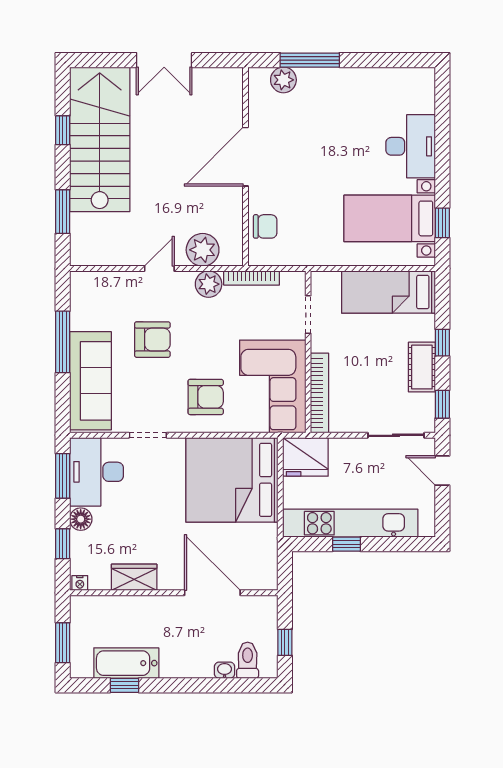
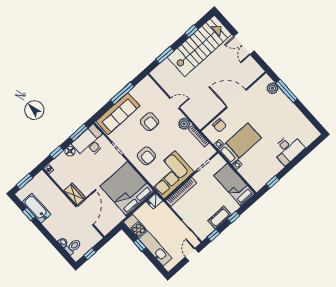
bed with nightstands: (390, 218) -> (240, 144), moved, turned 90
plant: (203, 250) -> (193, 112), removed
fridge: (305, 457) -> (155, 201), width x0.53, depth x0.75
wardrobe: (134, 577) -> (75, 194), moved

